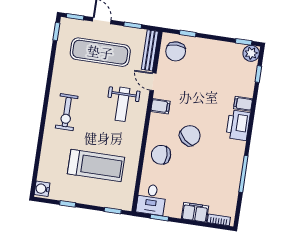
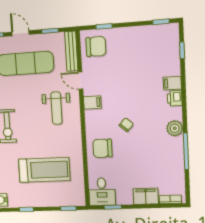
chair: (176, 51) -> (96, 46), turned -90
plant: (251, 53) -> (175, 128), moved
printer: (238, 125) -> (175, 98), width x0.53, depth x0.68
chair: (190, 136) -> (126, 125), width x0.54, depth x0.54

